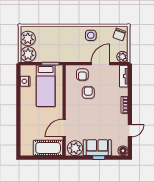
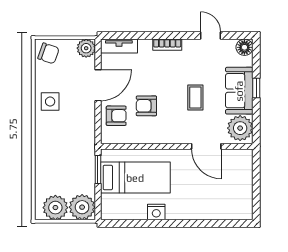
door: (100, 64) -> (98, 85), swing flipped
nightstand: (25, 81) -> (156, 212), moved
coffee table: (93, 122) -> (195, 97), added
cot: (48, 148) -> (240, 173), removed

